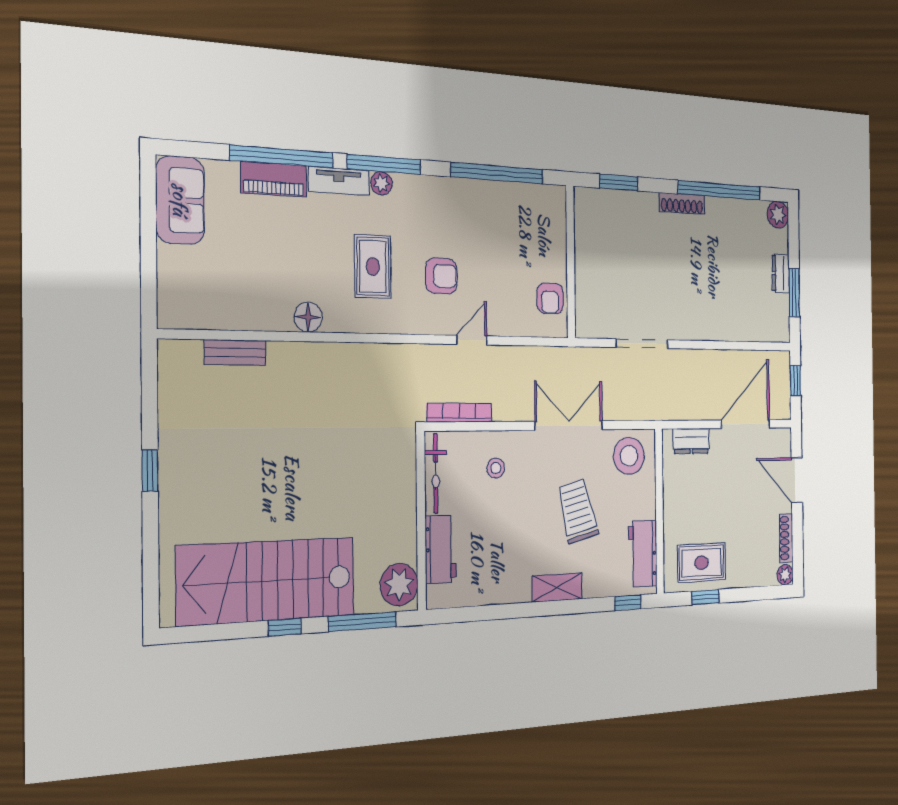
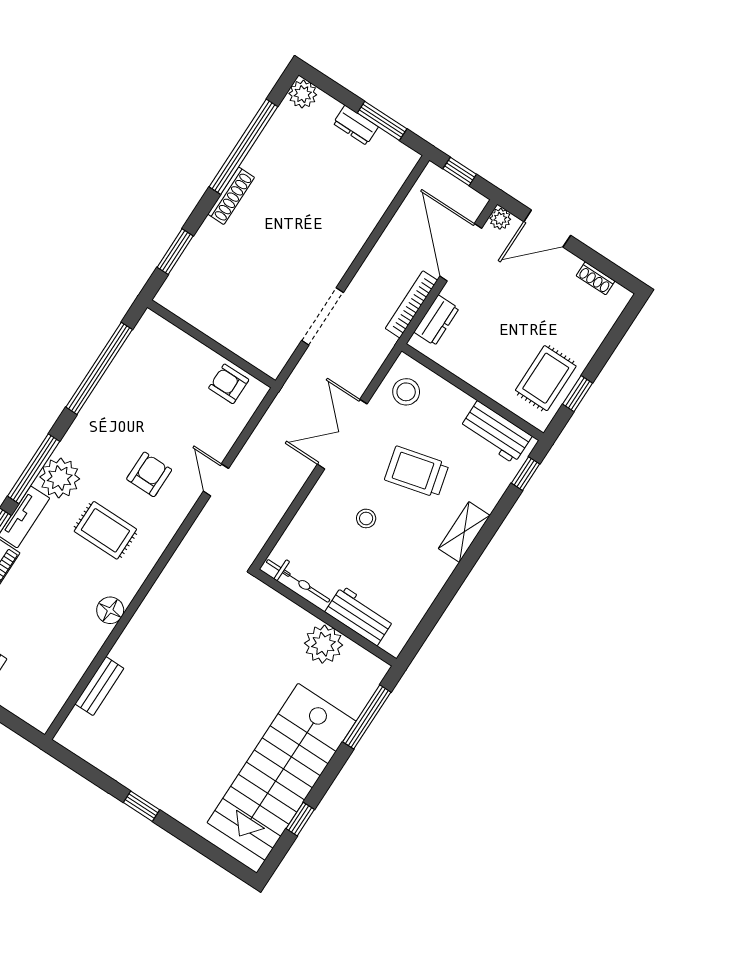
plant: (381, 183) -> (60, 478), width x1.87, depth x1.87
armchair: (550, 298) -> (229, 384), turned 180
bookcase: (459, 413) -> (411, 304), moved
stool: (629, 456) -> (406, 392), width x0.73, depth x0.73
stool: (496, 468) -> (366, 518), moved
shoe rack: (786, 538) -> (595, 278), width x0.70
plant: (785, 575) -> (500, 219), moved
plant: (399, 585) -> (324, 644), moved
window: (285, 627) -> (300, 819), moved

